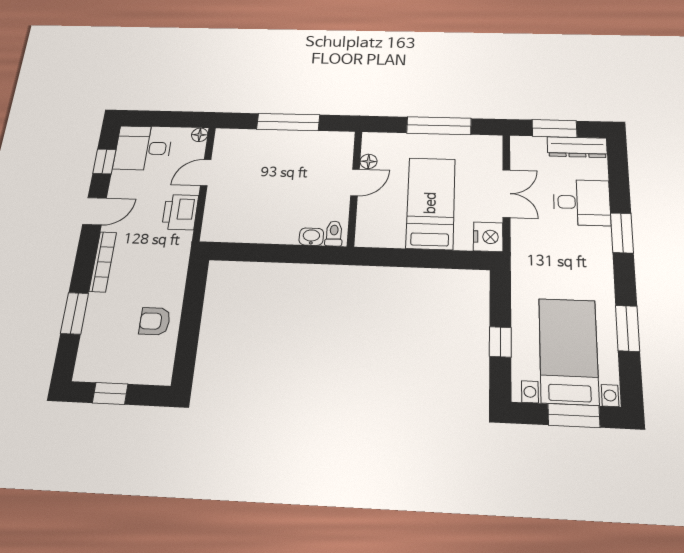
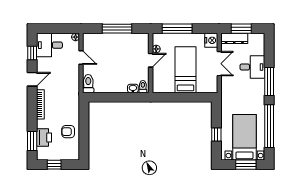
window: (439, 126) -> (177, 29), moved
dresser: (577, 147) -> (234, 38), moved
door: (206, 173) -> (81, 57), swing flipped
printer: (180, 212) -> (44, 137), moved, turned 180
toilet: (214, 224) -> (88, 84), added
window: (622, 233) -> (269, 82), width x1.44
nightstand: (488, 237) -> (211, 40), moved
window: (75, 313) -> (32, 141), moved
window: (628, 328) -> (269, 126), width x2.11

